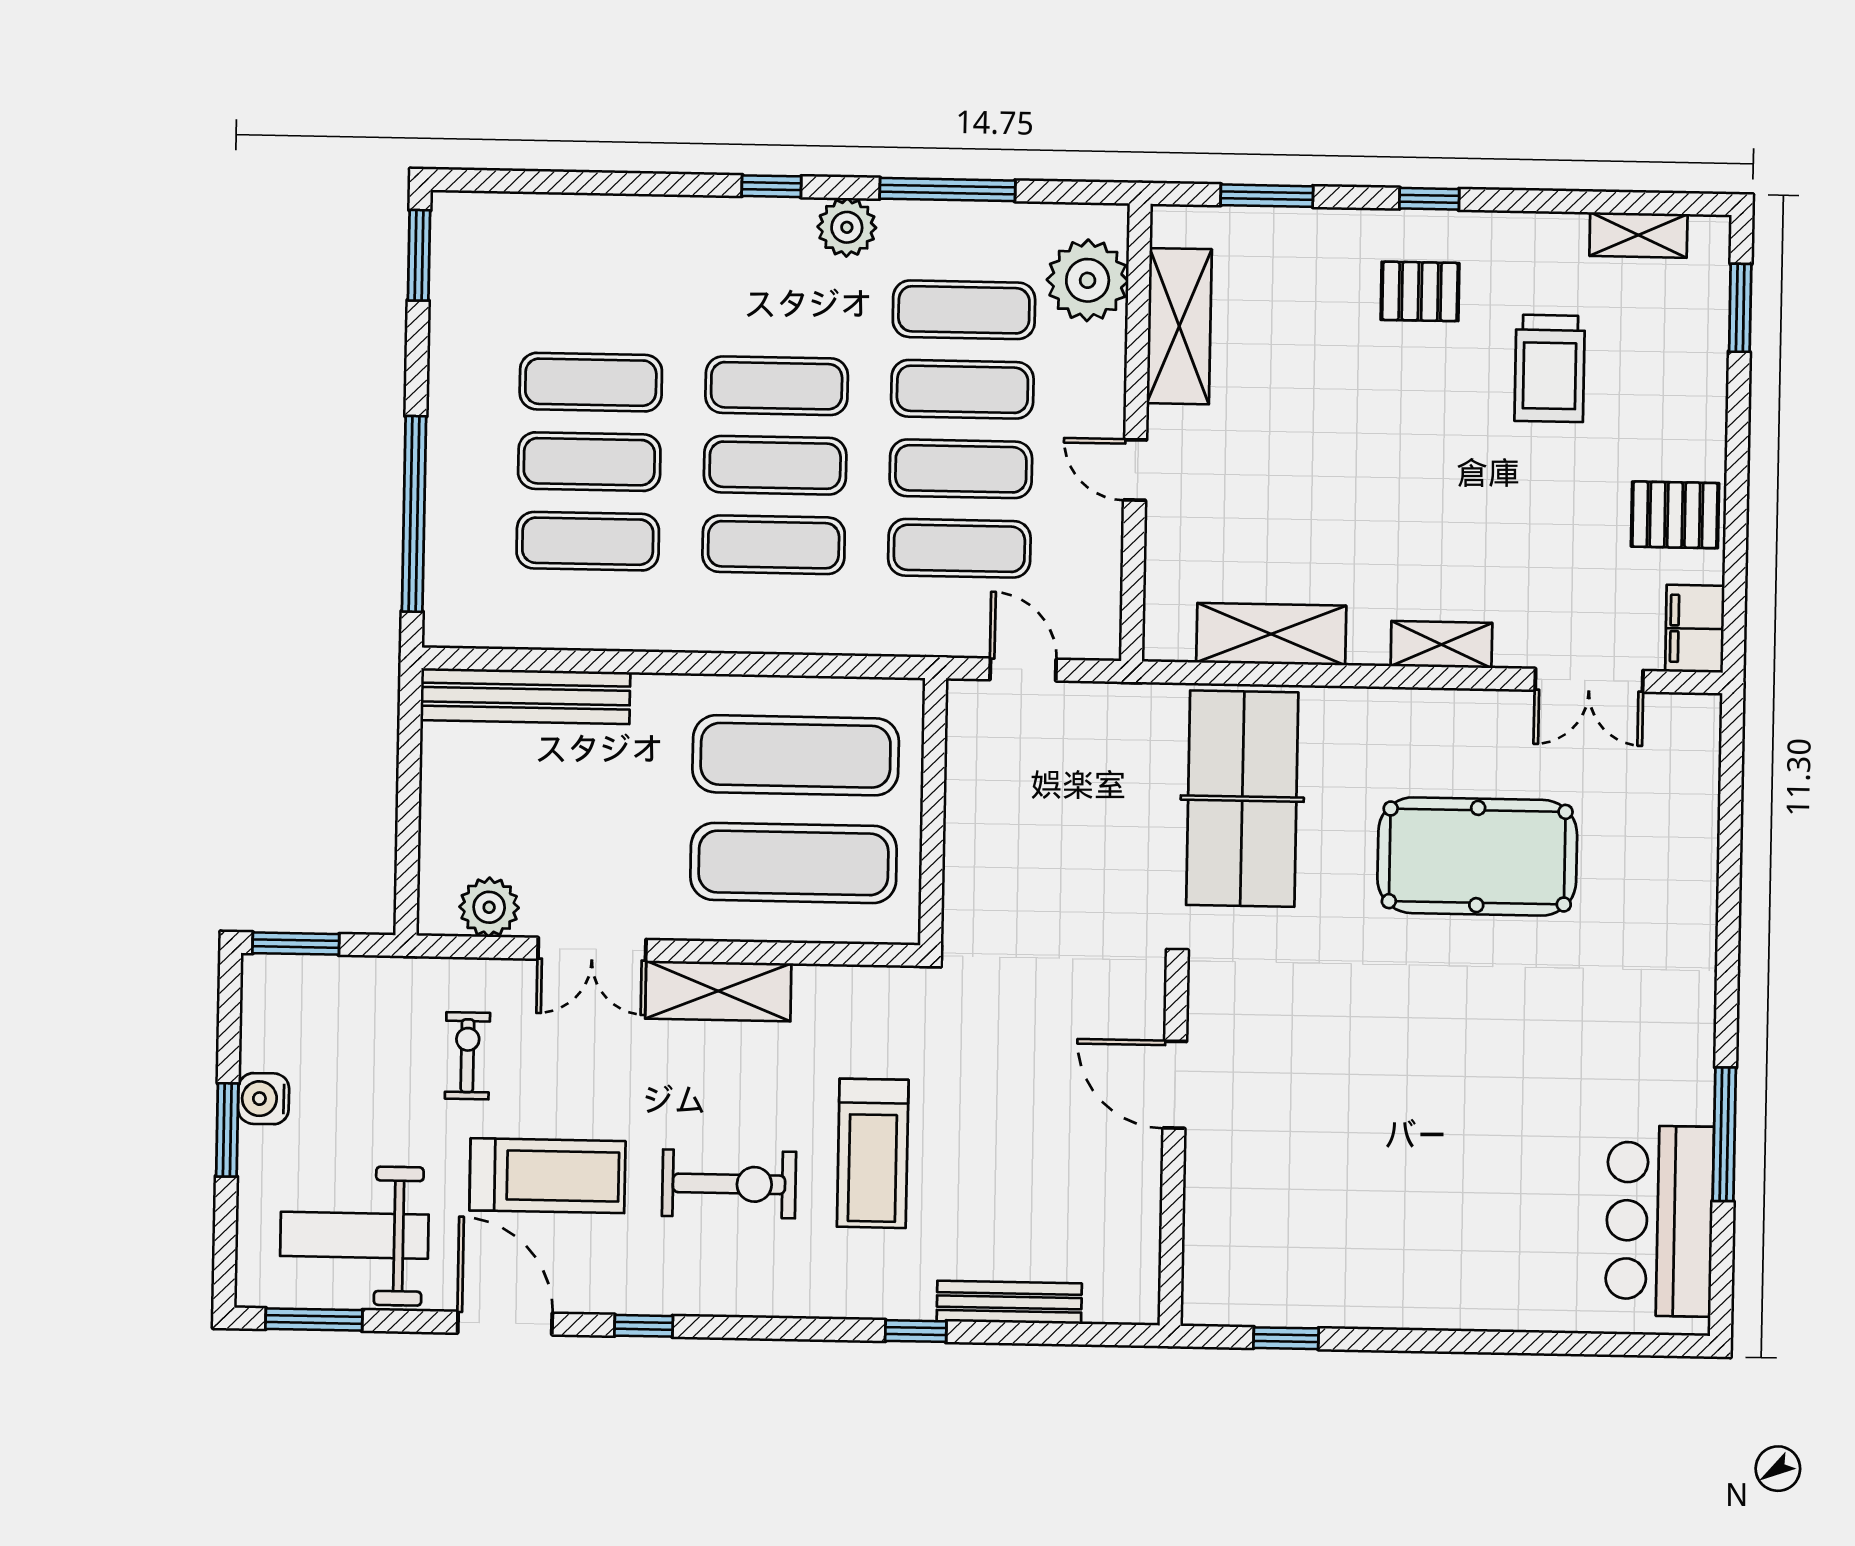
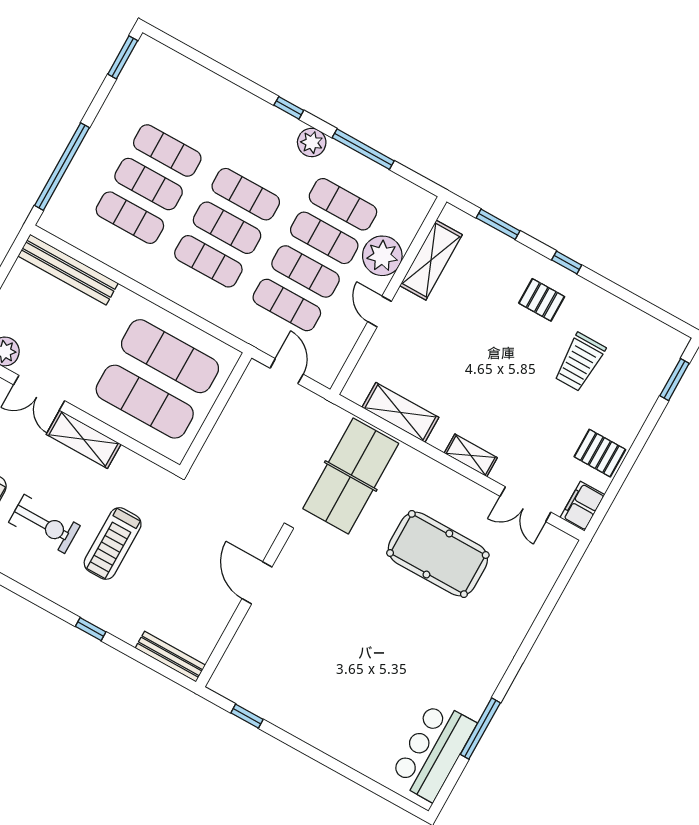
shelving: (1638, 235) -> (648, 325), removed
plant: (1088, 280) -> (382, 256), moved
bench: (1009, 1302) -> (170, 657), moved

